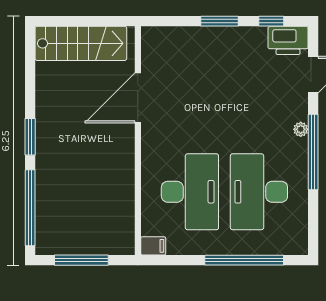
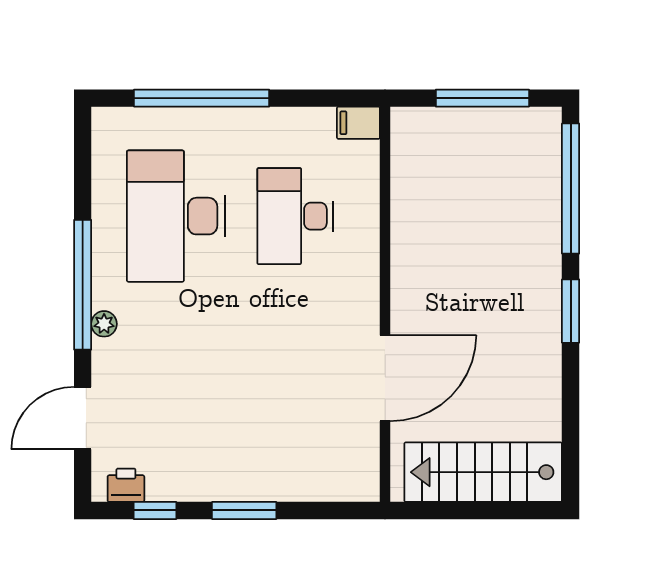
printer: (288, 40) -> (126, 485), width x0.53, depth x0.68
desk: (190, 192) -> (295, 216), width x0.73, depth x0.77
desk: (259, 192) -> (176, 216), turned 180

